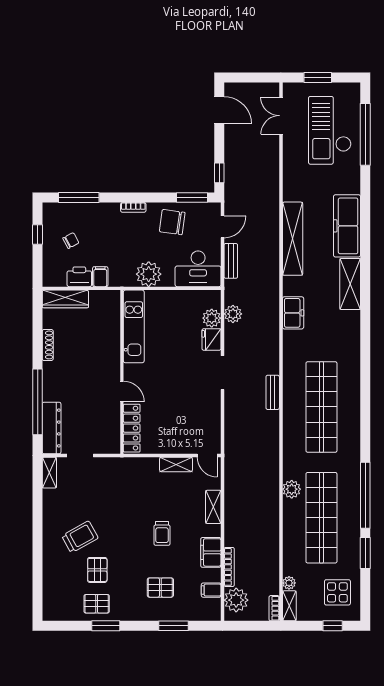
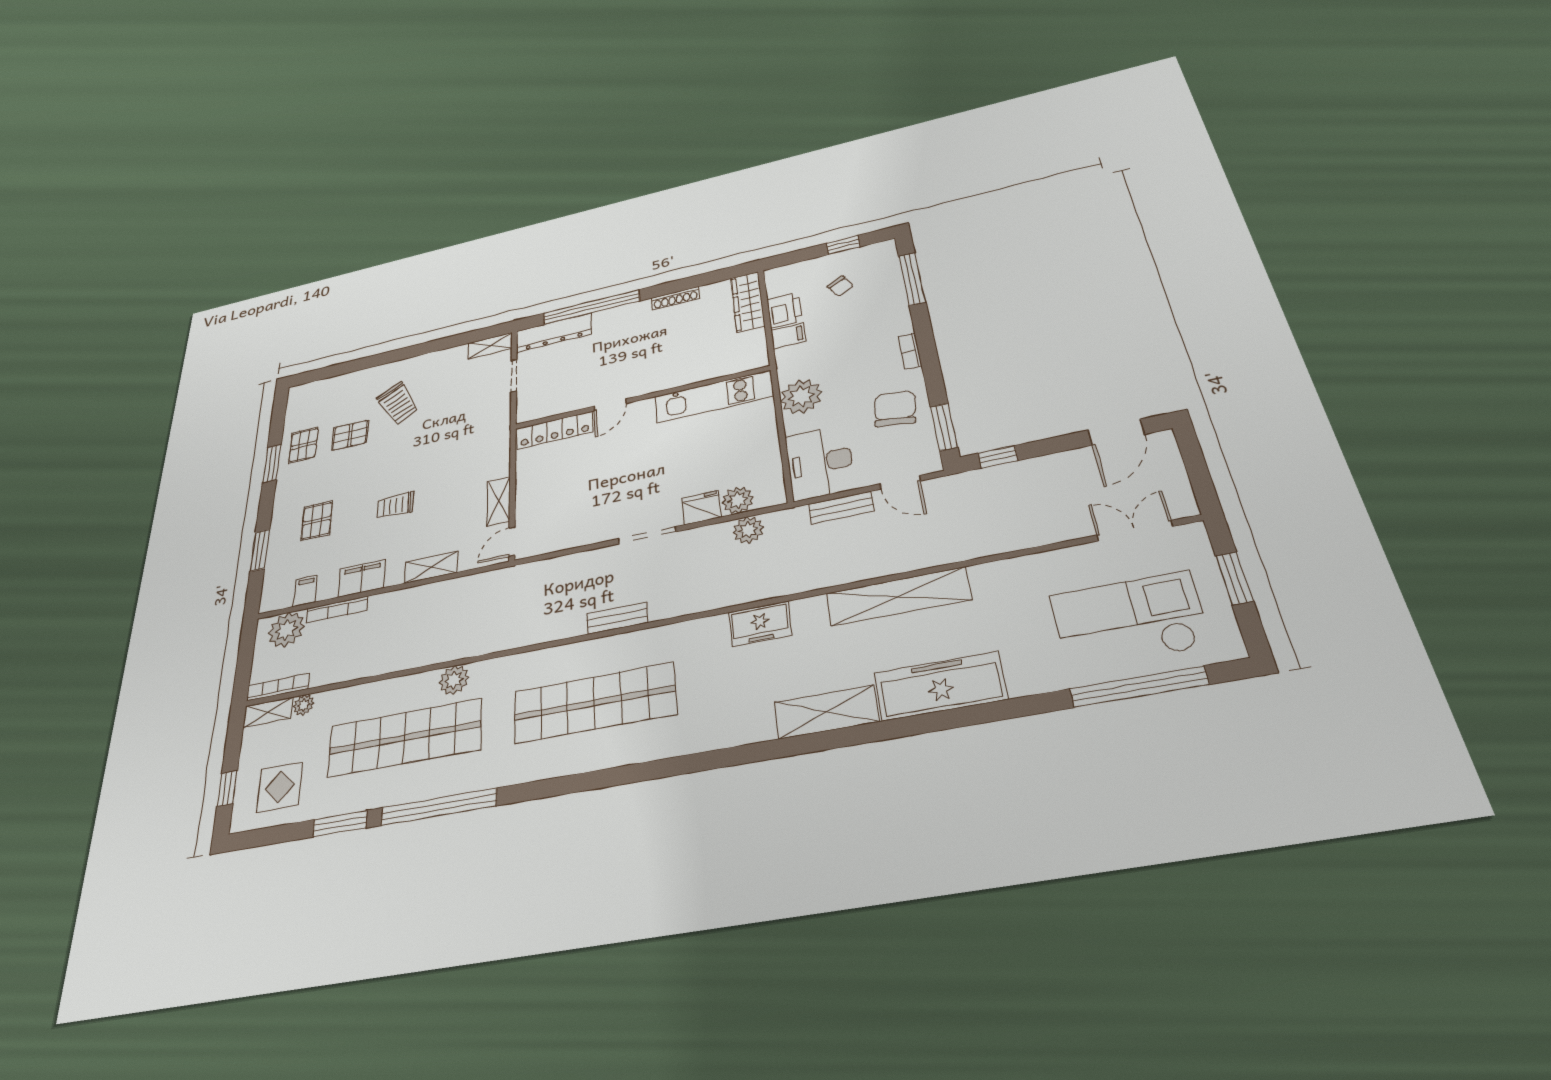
bookcase: (274, 608) -> (278, 687), width x1.56

